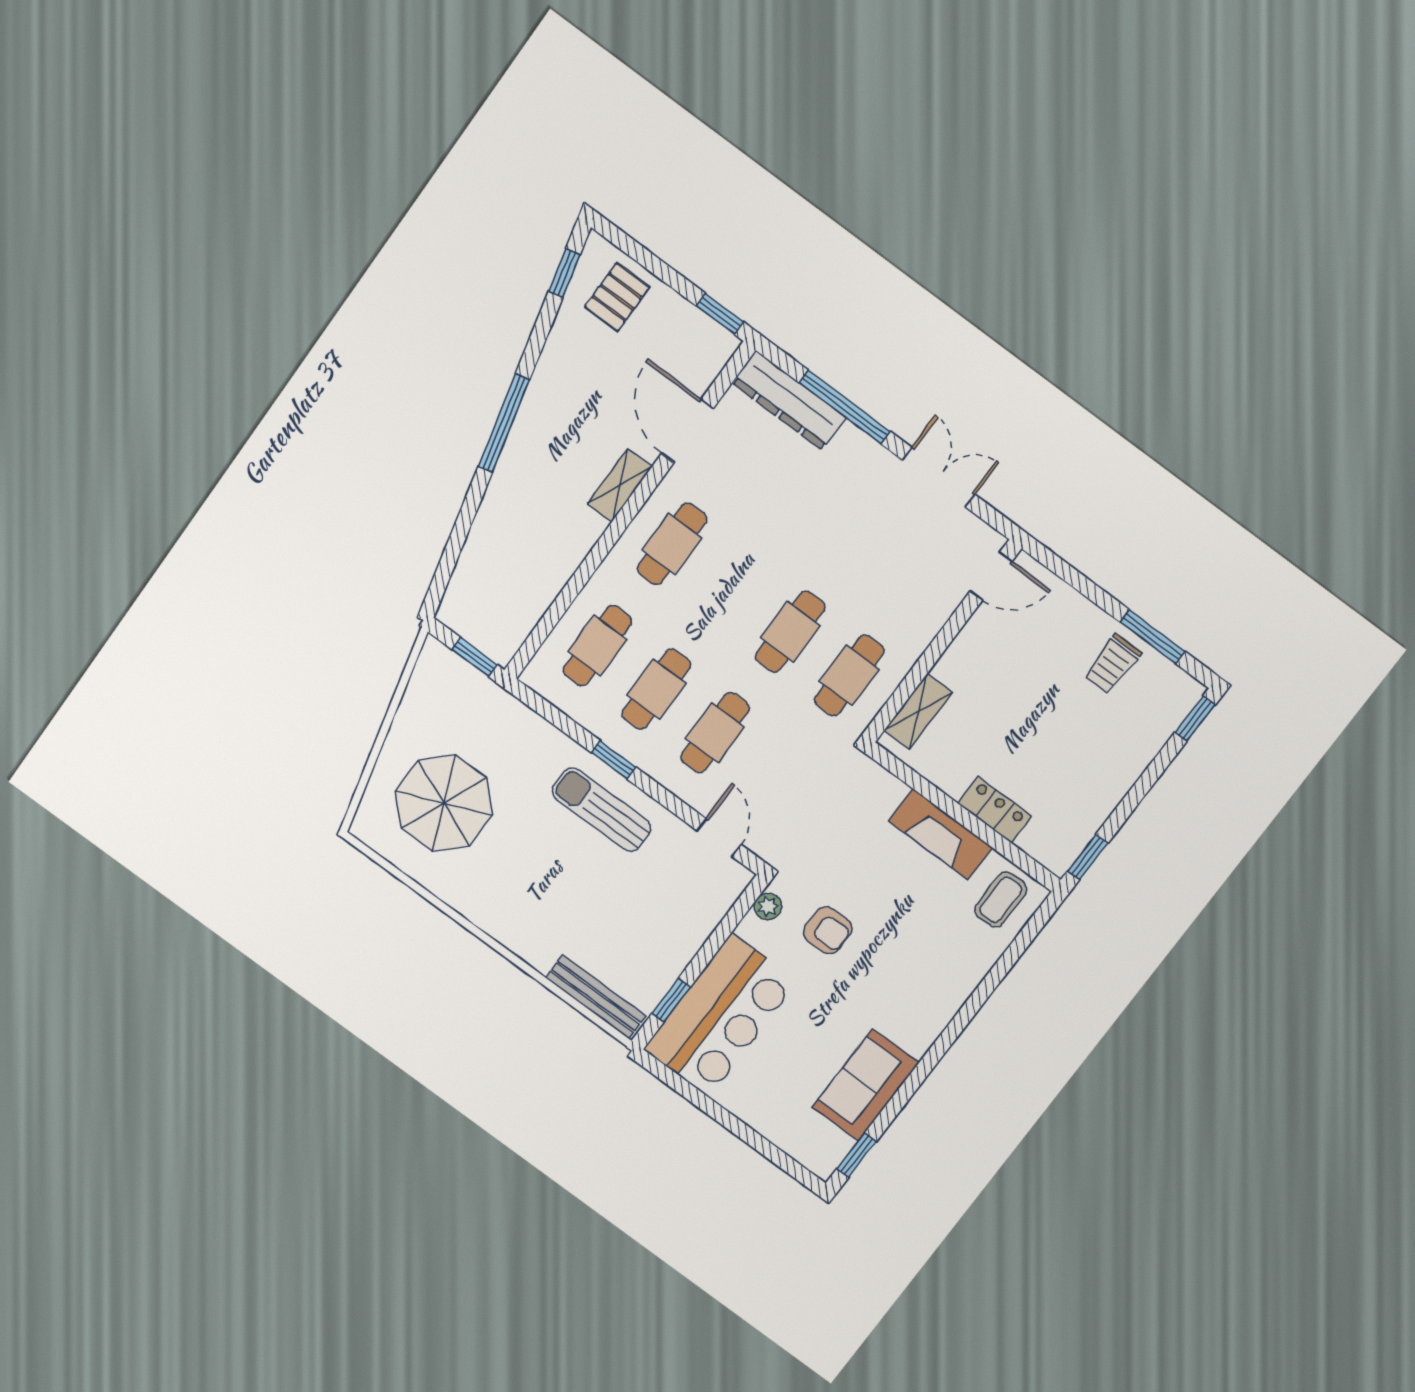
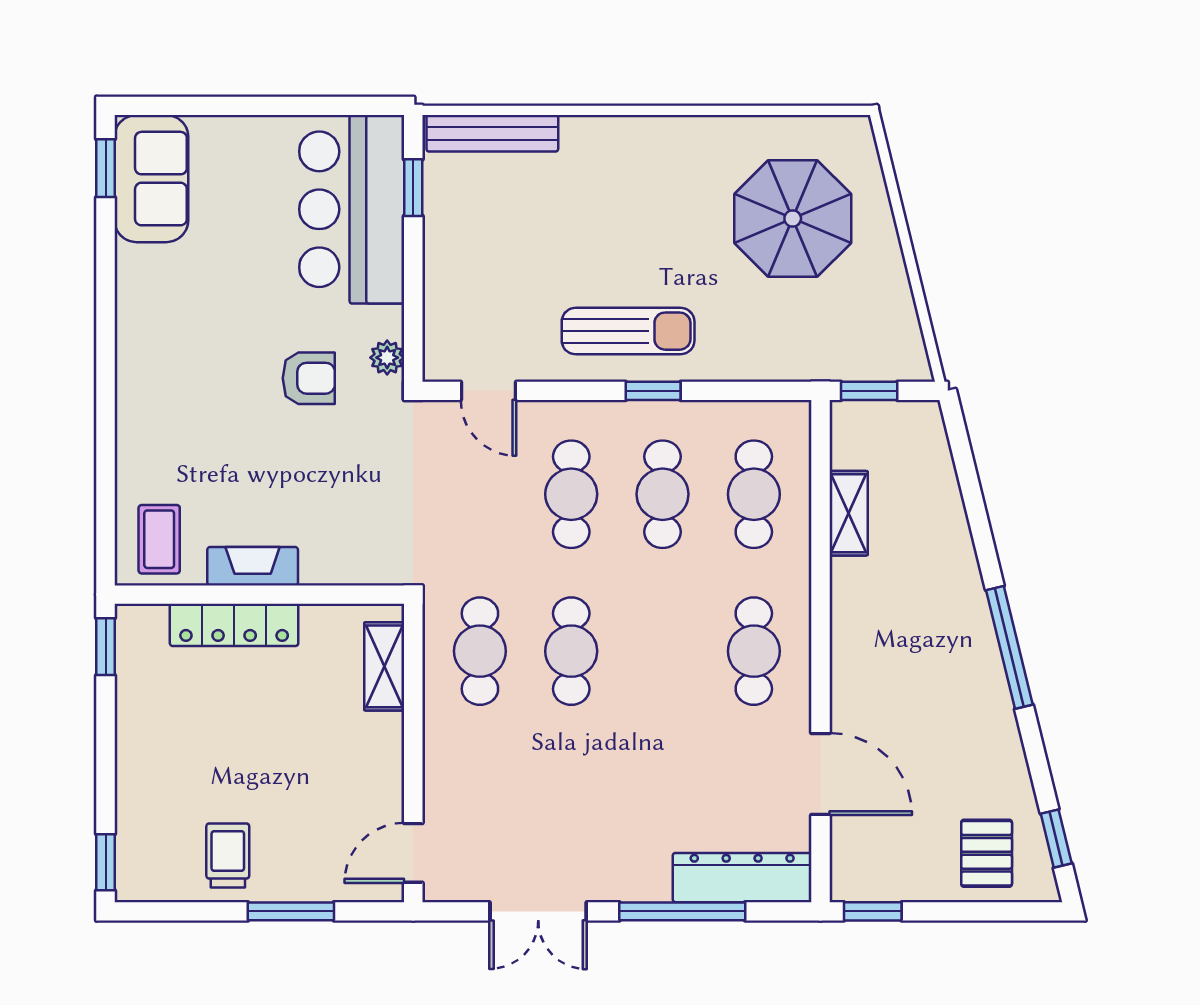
shelving: (620, 485) -> (849, 513), moved
window: (1153, 637) -> (291, 911), moved
locker: (995, 810) -> (234, 625), width x1.53
fireplace: (940, 834) -> (253, 566), width x0.73, depth x0.76
armchair: (828, 930) -> (309, 378), turned 180
sofa: (866, 1085) -> (151, 179), moved

